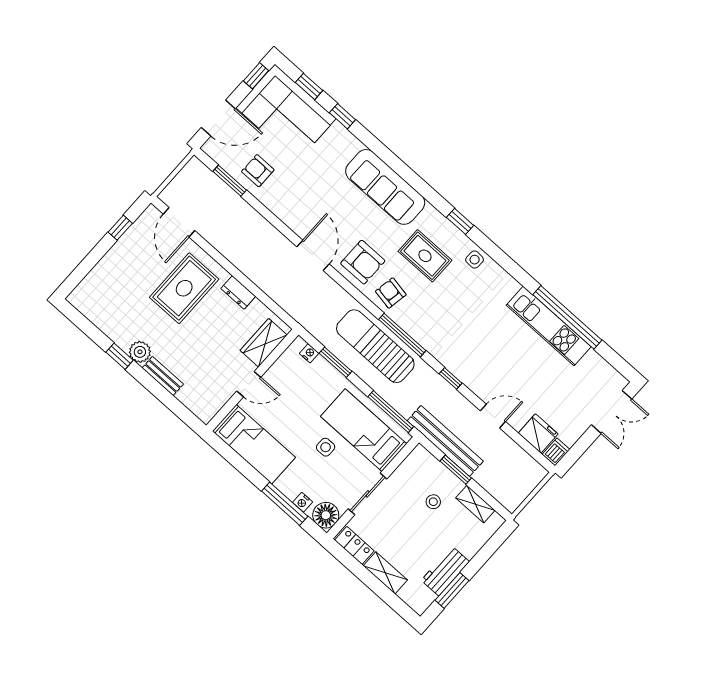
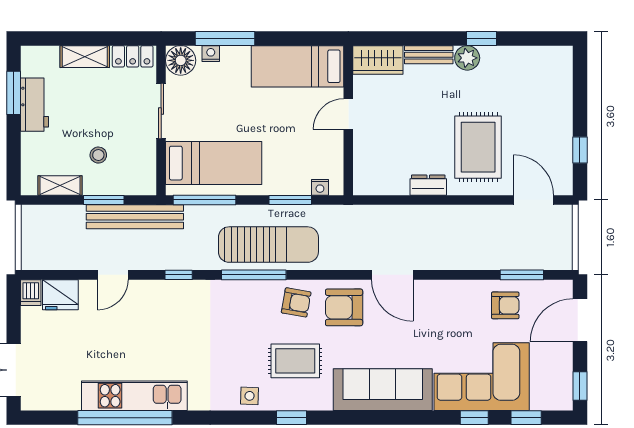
corner sofa: (286, 113) -> (482, 377), moved
wardrobe: (264, 343) -> (378, 60), moved, turned 90
side table: (326, 447) -> (233, 119), removed

